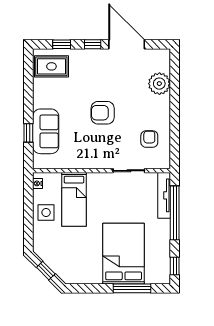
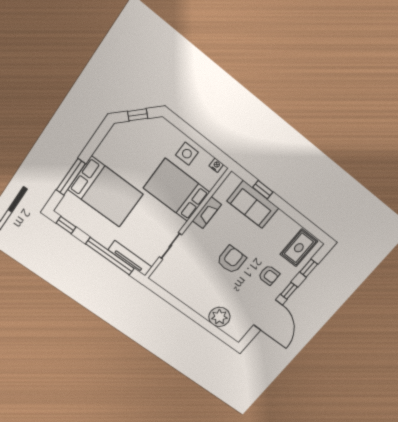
door: (127, 44) -> (268, 315), hinge flipped
armchair: (149, 139) -> (269, 275), moved
fireplace: (80, 162) -> (207, 213), added
bed: (74, 199) -> (177, 190), width x1.50

